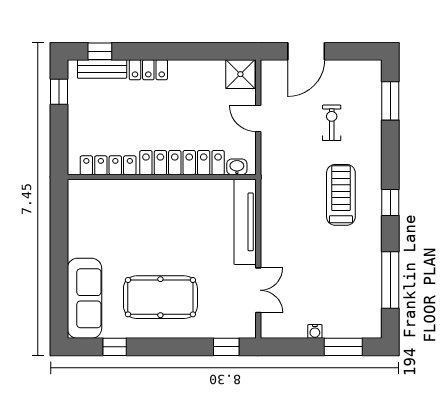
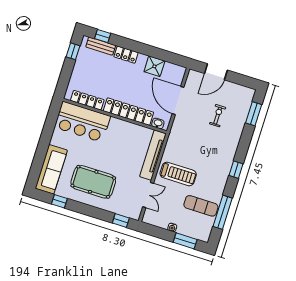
shower: (240, 74) -> (154, 66), moved
door: (258, 119) -> (178, 101), width x1.88
treadmill: (341, 195) -> (178, 174), moved, turned 90
bar counter: (111, 203) -> (82, 122), added
exercise mat: (351, 281) -> (201, 206), added

